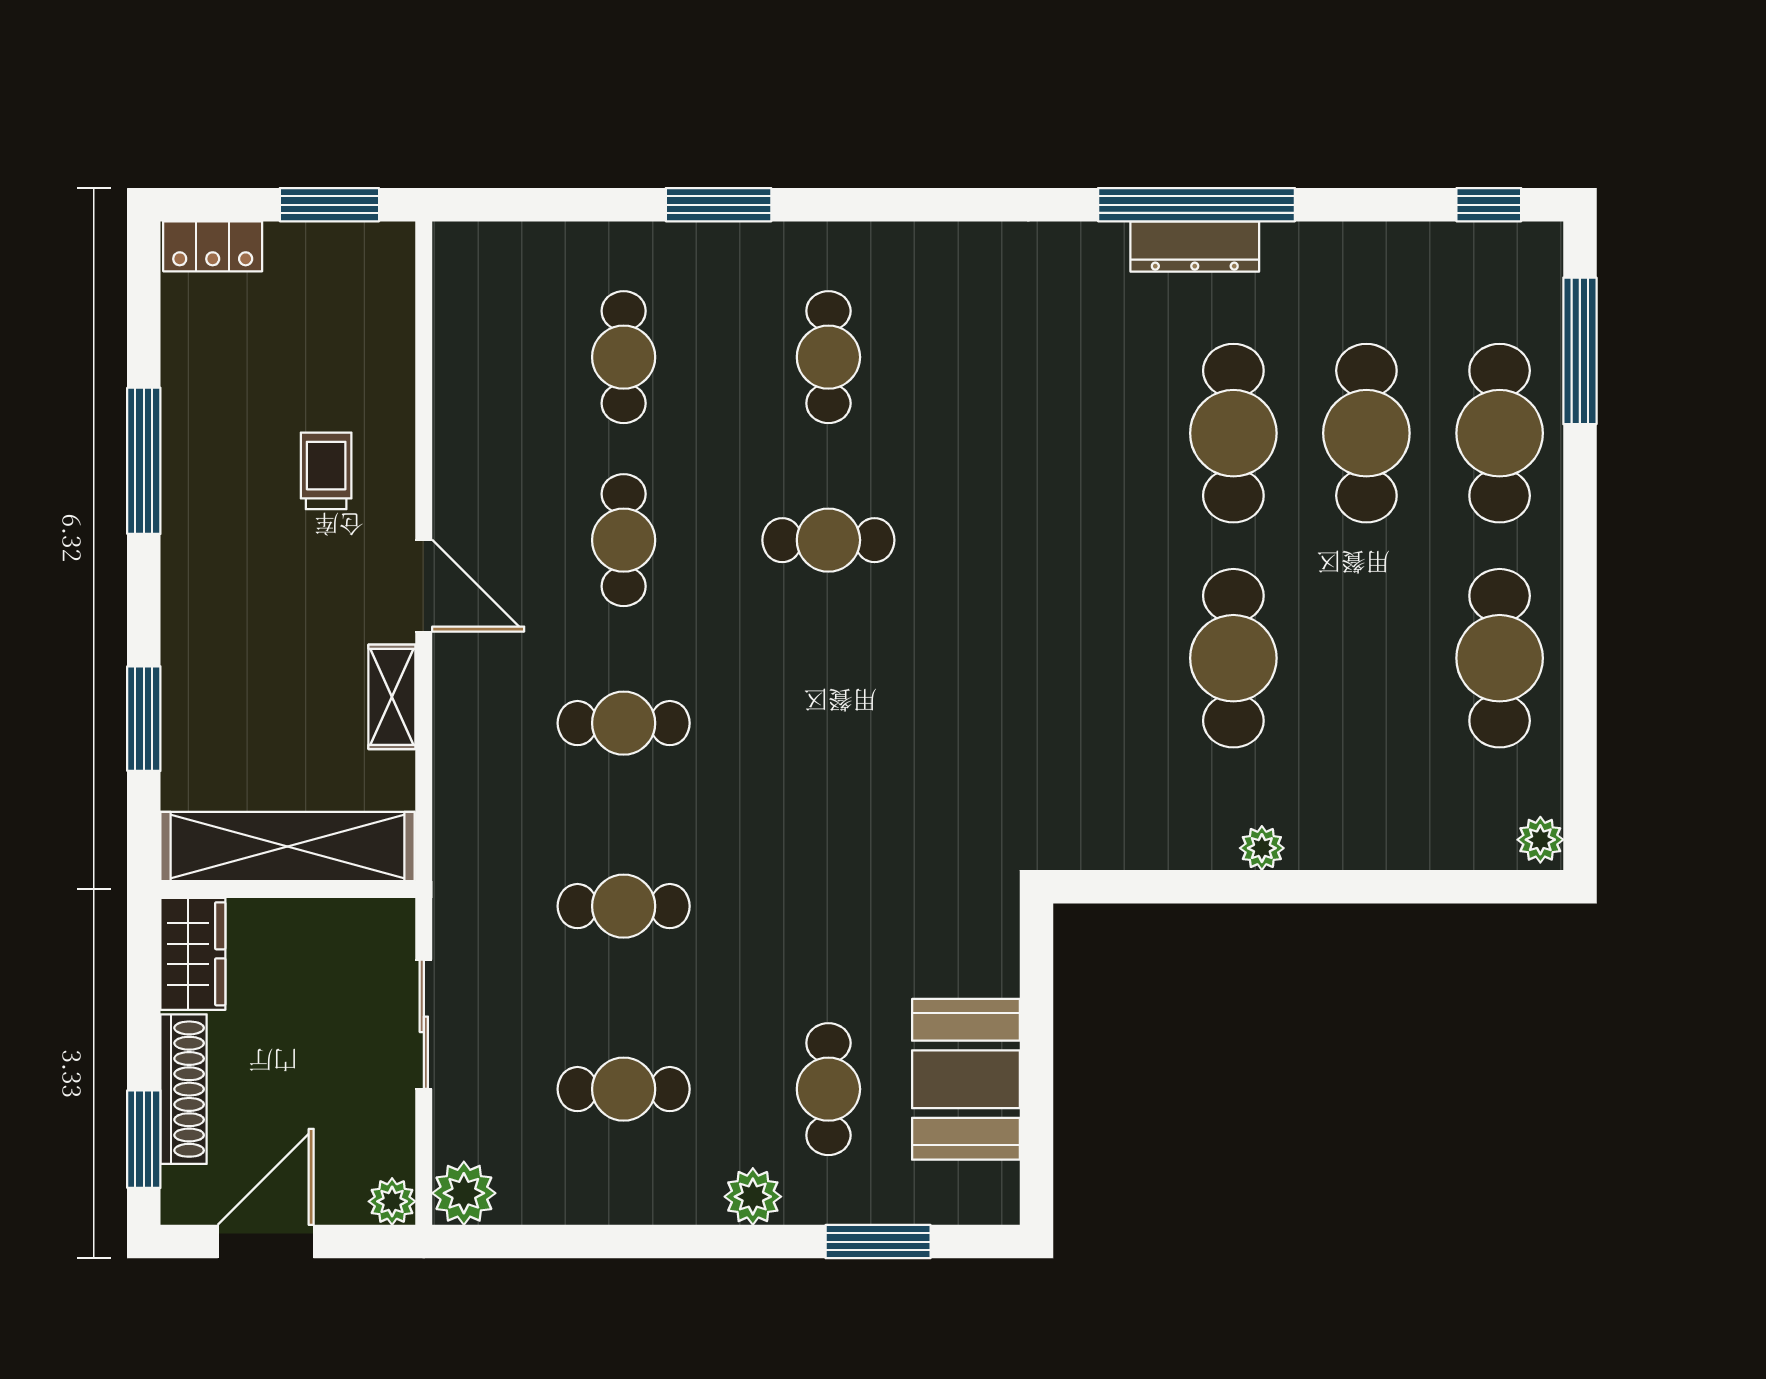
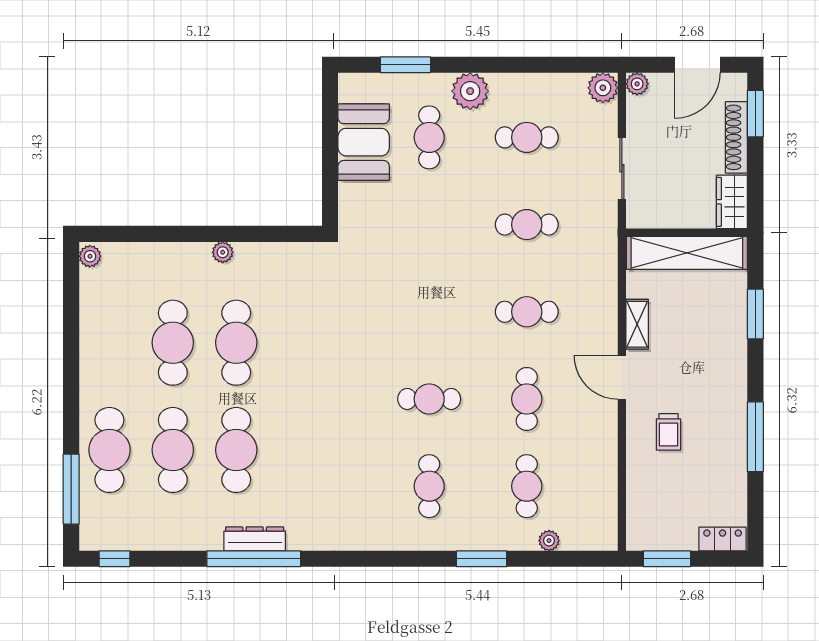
plant: (577, 243) -> (549, 541), added
cafe table: (1500, 658) -> (173, 343), moved
plant: (753, 1197) -> (470, 91), width x1.36, depth x1.36

